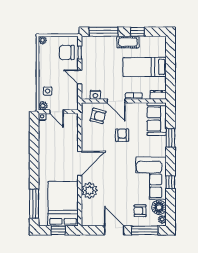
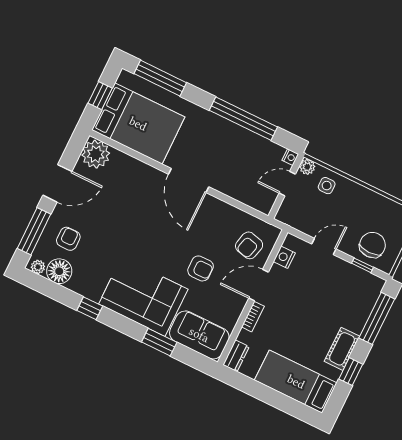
bed: (145, 67) -> (296, 382), moved, turned -90
window: (34, 151) -> (243, 119), added
corner sofa: (151, 178) -> (143, 297), moved
plant: (89, 190) -> (96, 154), moved

